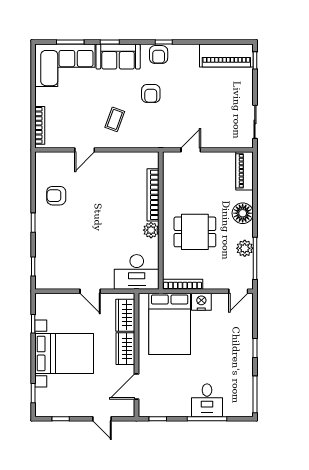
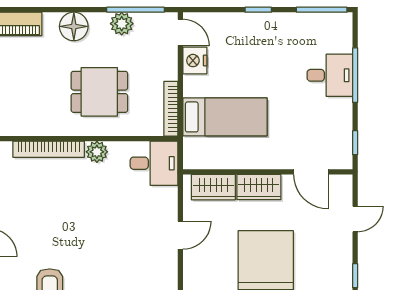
dining table: (195, 232) -> (99, 92), turned 90
desk: (137, 272) -> (154, 163), width x0.73
nightstand: (201, 302) -> (195, 61), moved
bed: (170, 324) -> (225, 117), width x0.67

